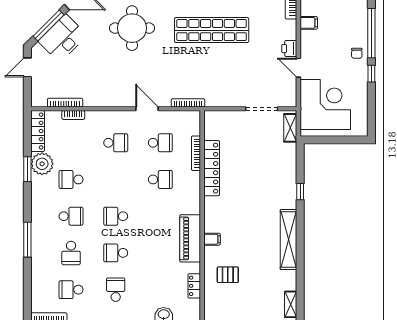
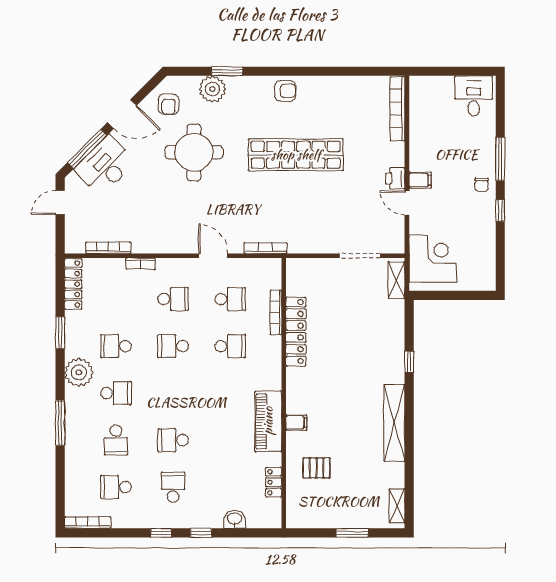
filing cabinet: (309, 23) -> (420, 180), moved
window: (371, 33) -> (500, 159), width x0.68
corner desk: (325, 104) -> (433, 259), width x0.74, depth x0.74
bookcase: (73, 115) -> (141, 264), moved
plant: (42, 164) -> (79, 372), moved
school desk: (116, 216) -> (173, 346), moved

